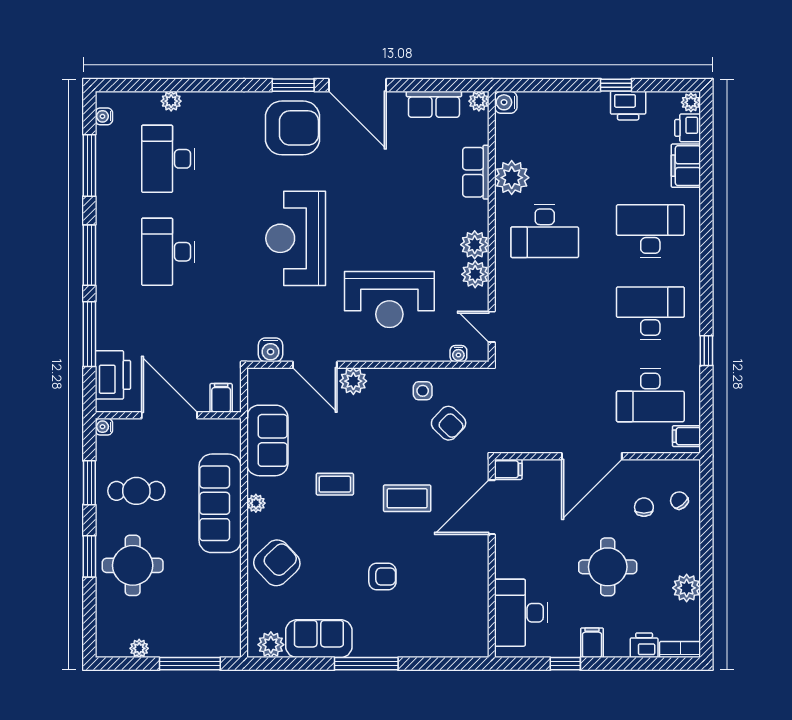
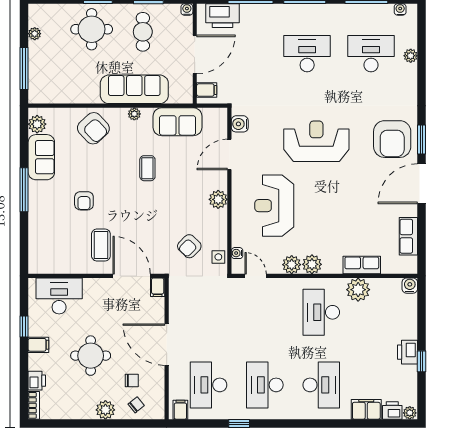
plant: (479, 101) -> (411, 267), removed
printer: (628, 106) -> (408, 352), moved
desk: (650, 313) -> (265, 385), turned 180
door: (492, 327) -> (256, 276), hinge flipped
plant: (353, 381) -> (218, 199), moved
side table: (423, 391) -> (218, 257), moved
coffee table: (407, 498) -> (101, 245), moved
plant: (687, 588) -> (105, 410), moved

